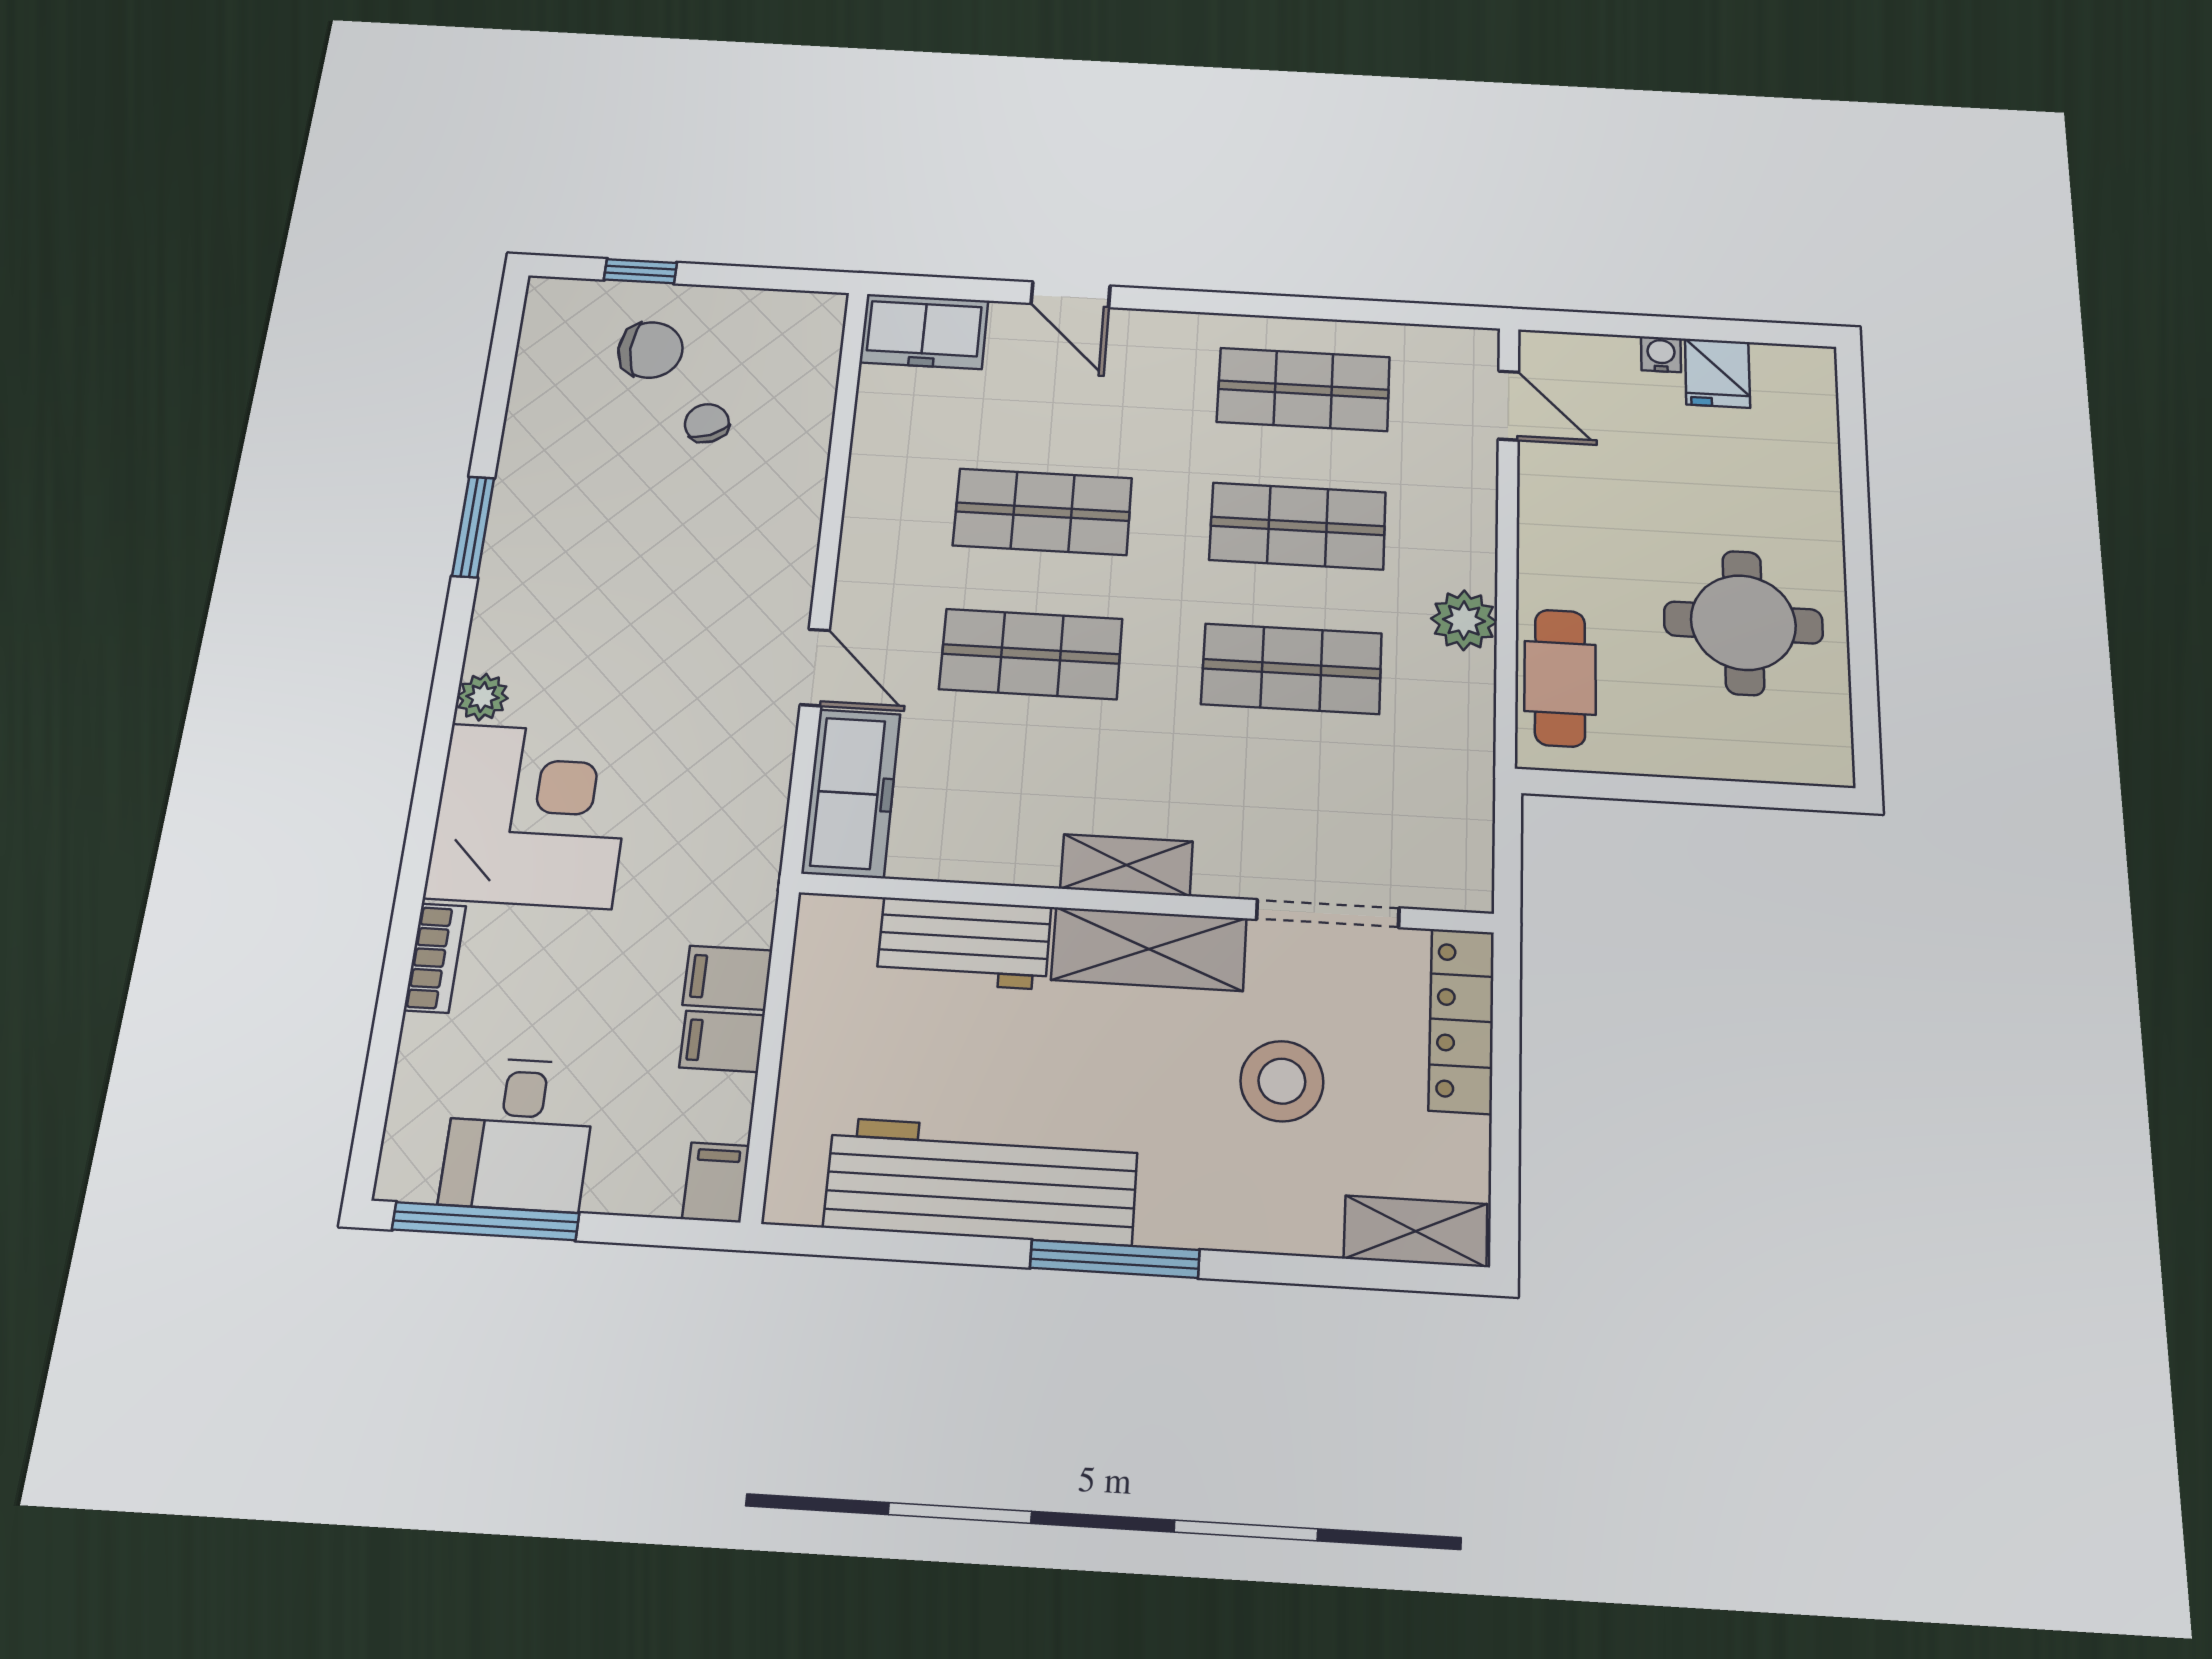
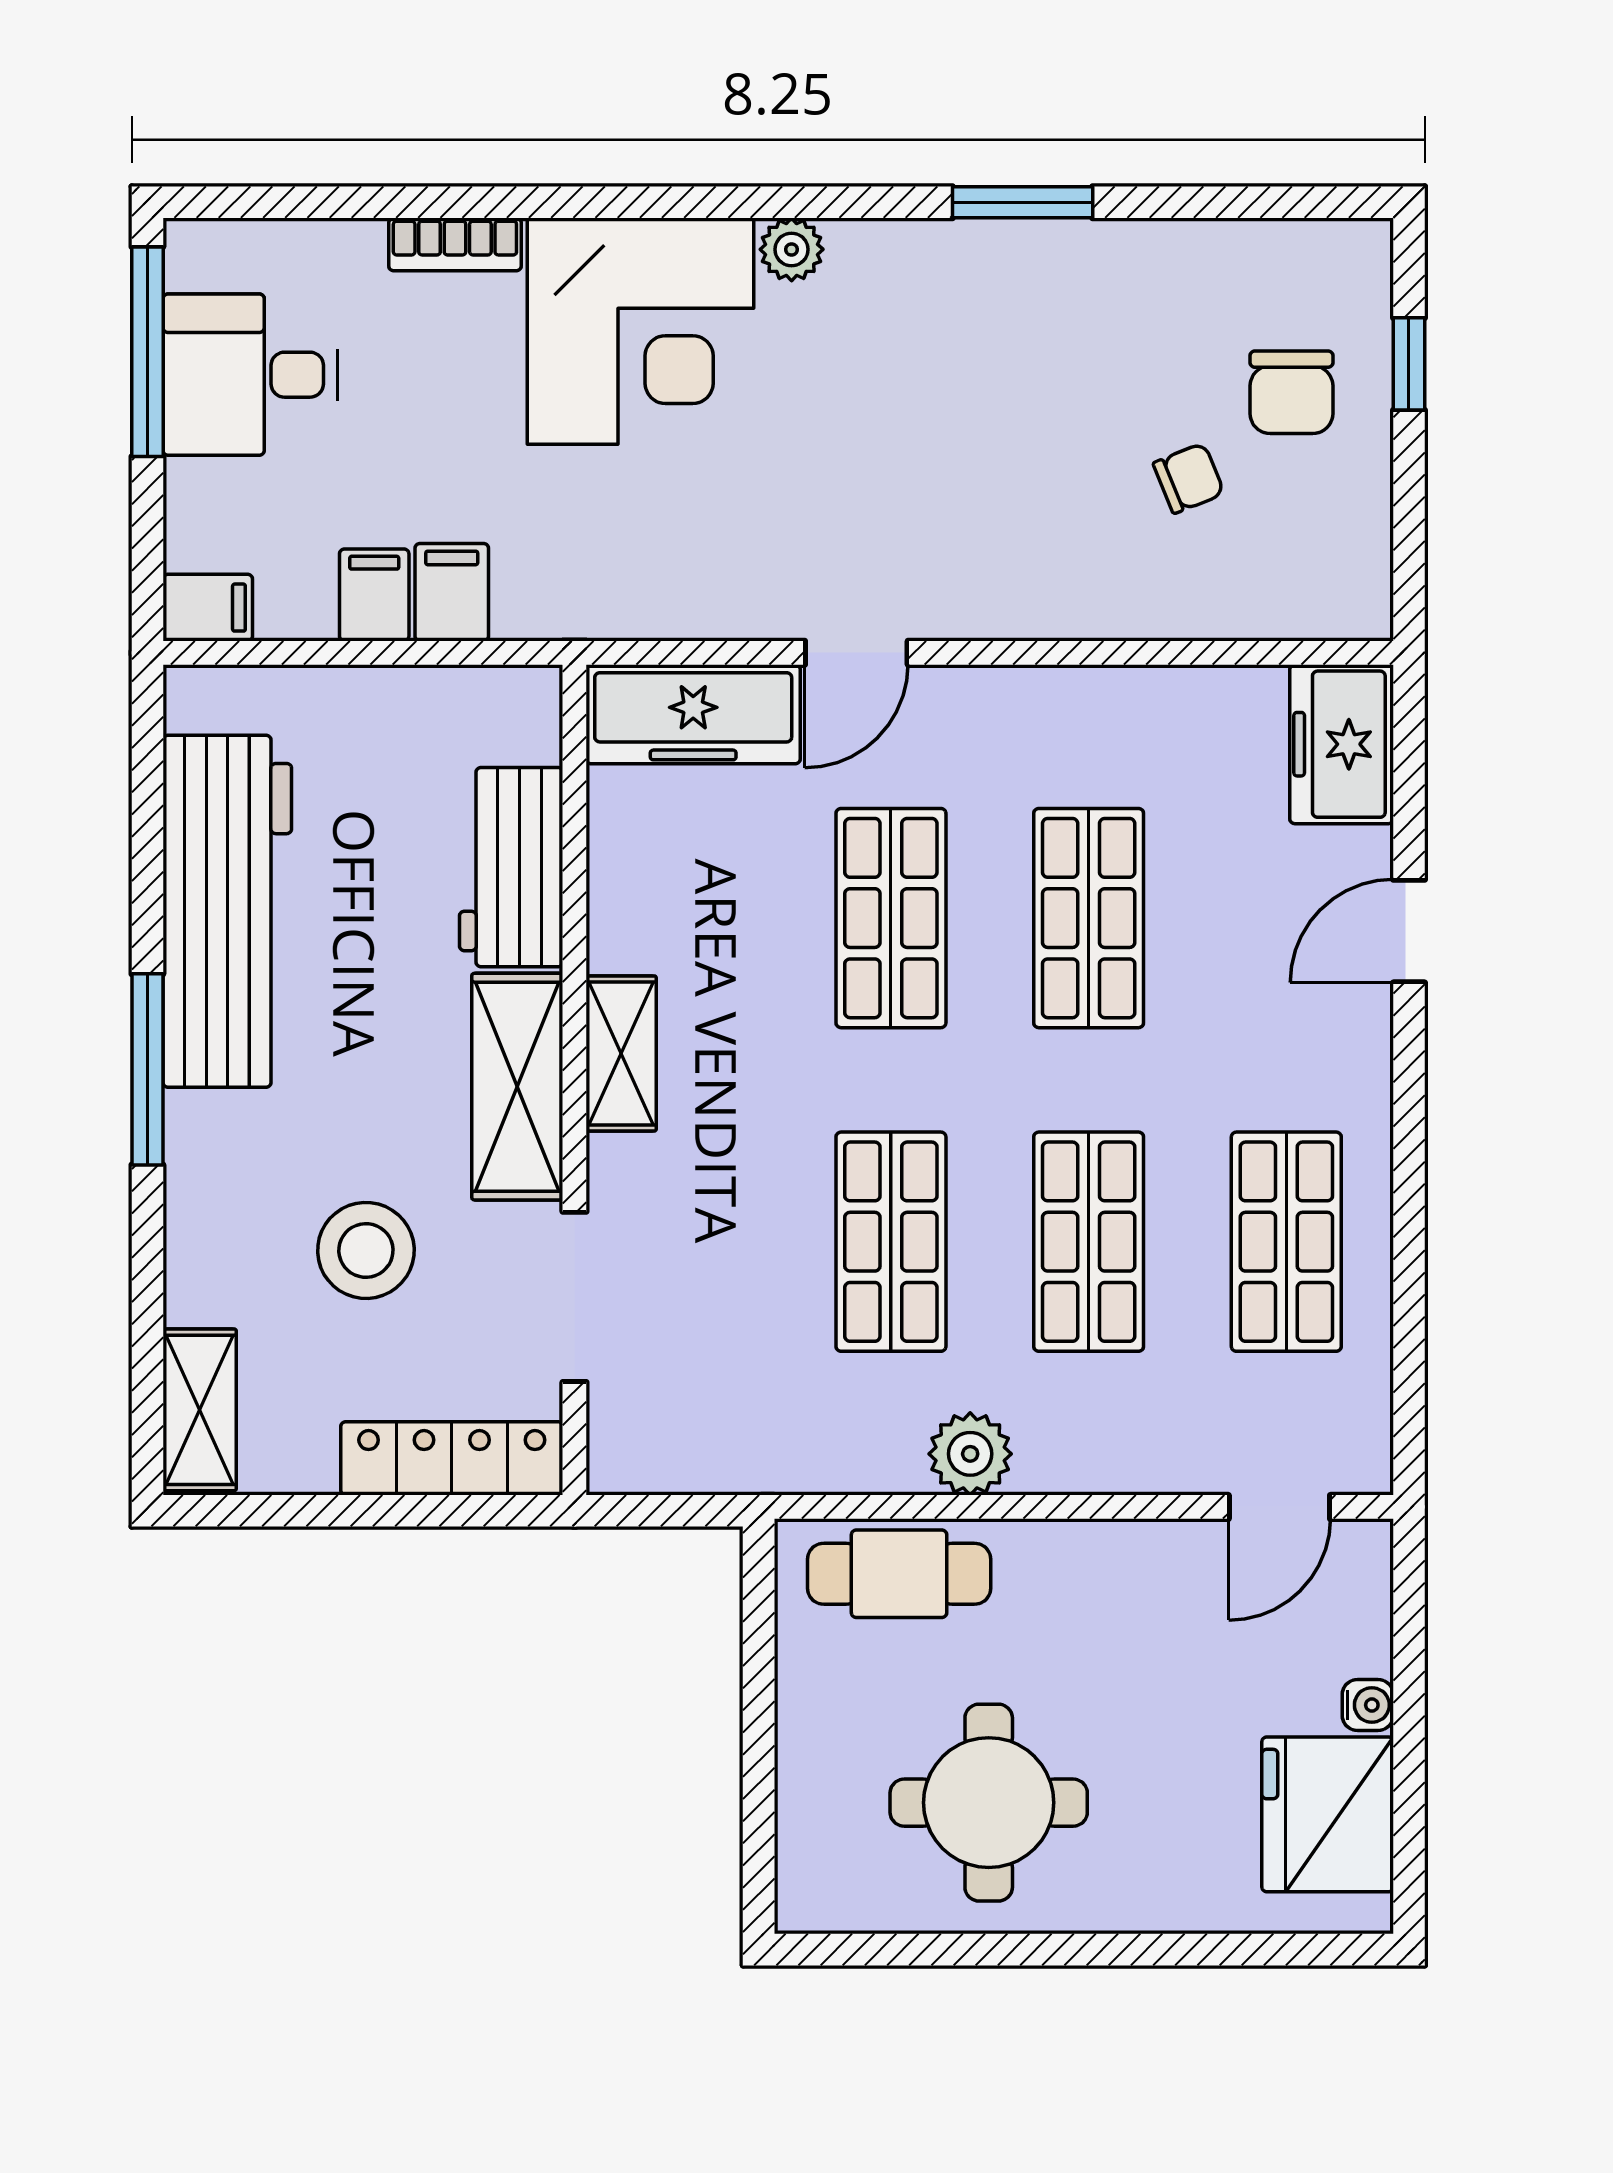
fridge: (1717, 373) -> (1328, 1814), width x1.88, depth x1.34

